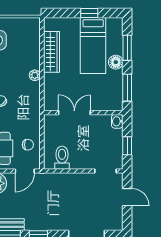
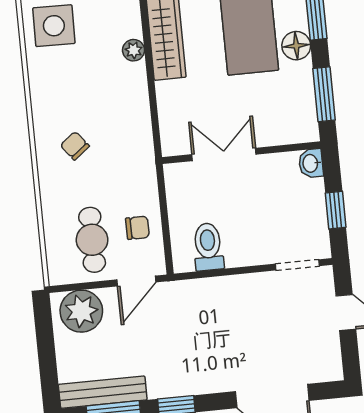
plant: (35, 75) -> (134, 50), moved

